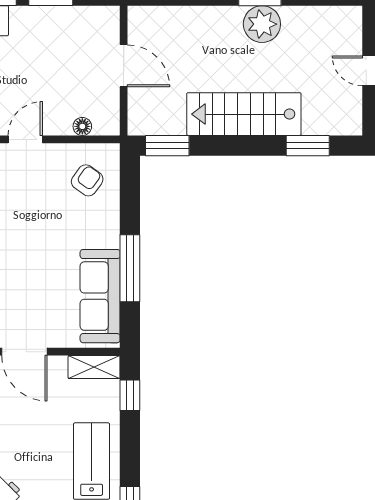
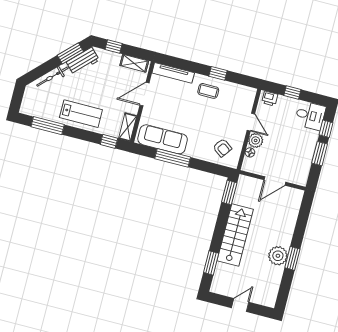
plant: (57, 122) -> (256, 140), added

